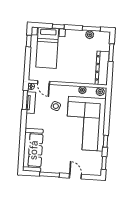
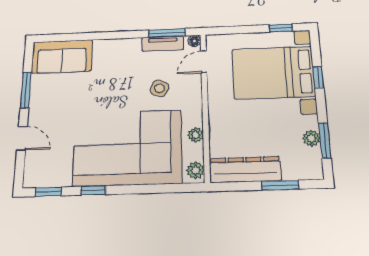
bed with nightstands: (47, 48) -> (273, 73), width x1.36
sofa: (33, 150) -> (62, 56), width x0.73
door: (75, 176) -> (22, 138), hinge flipped

